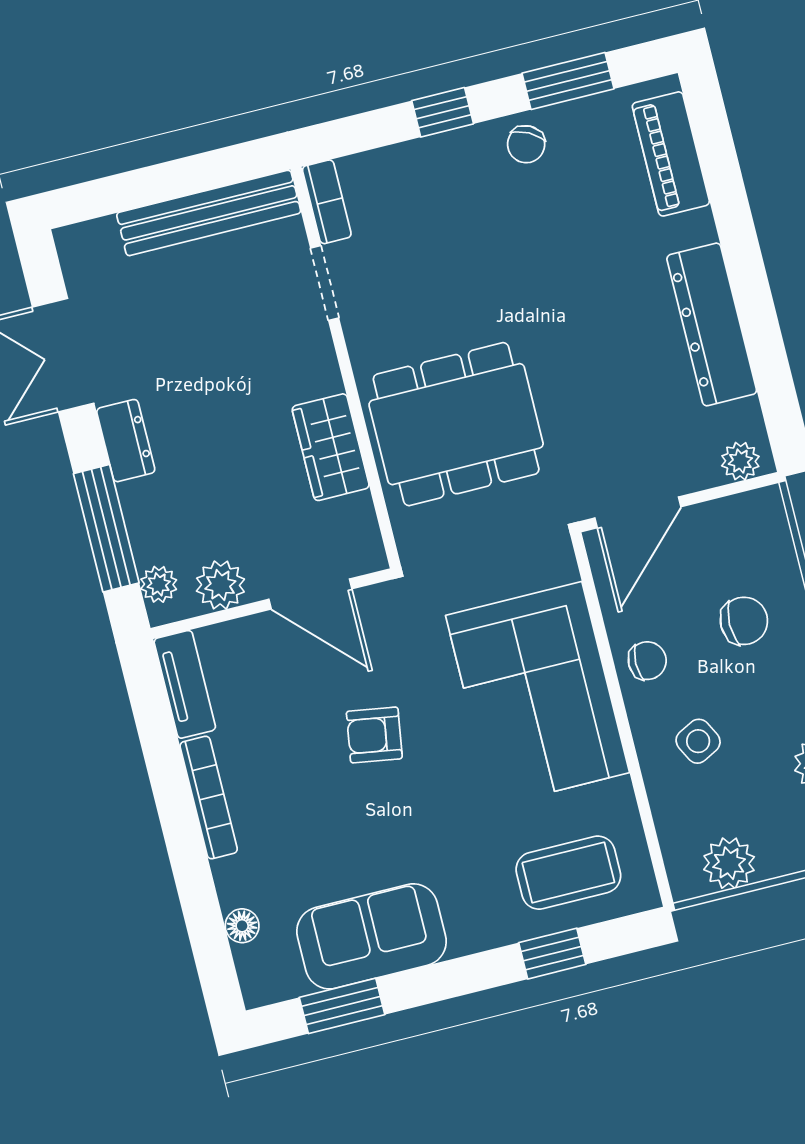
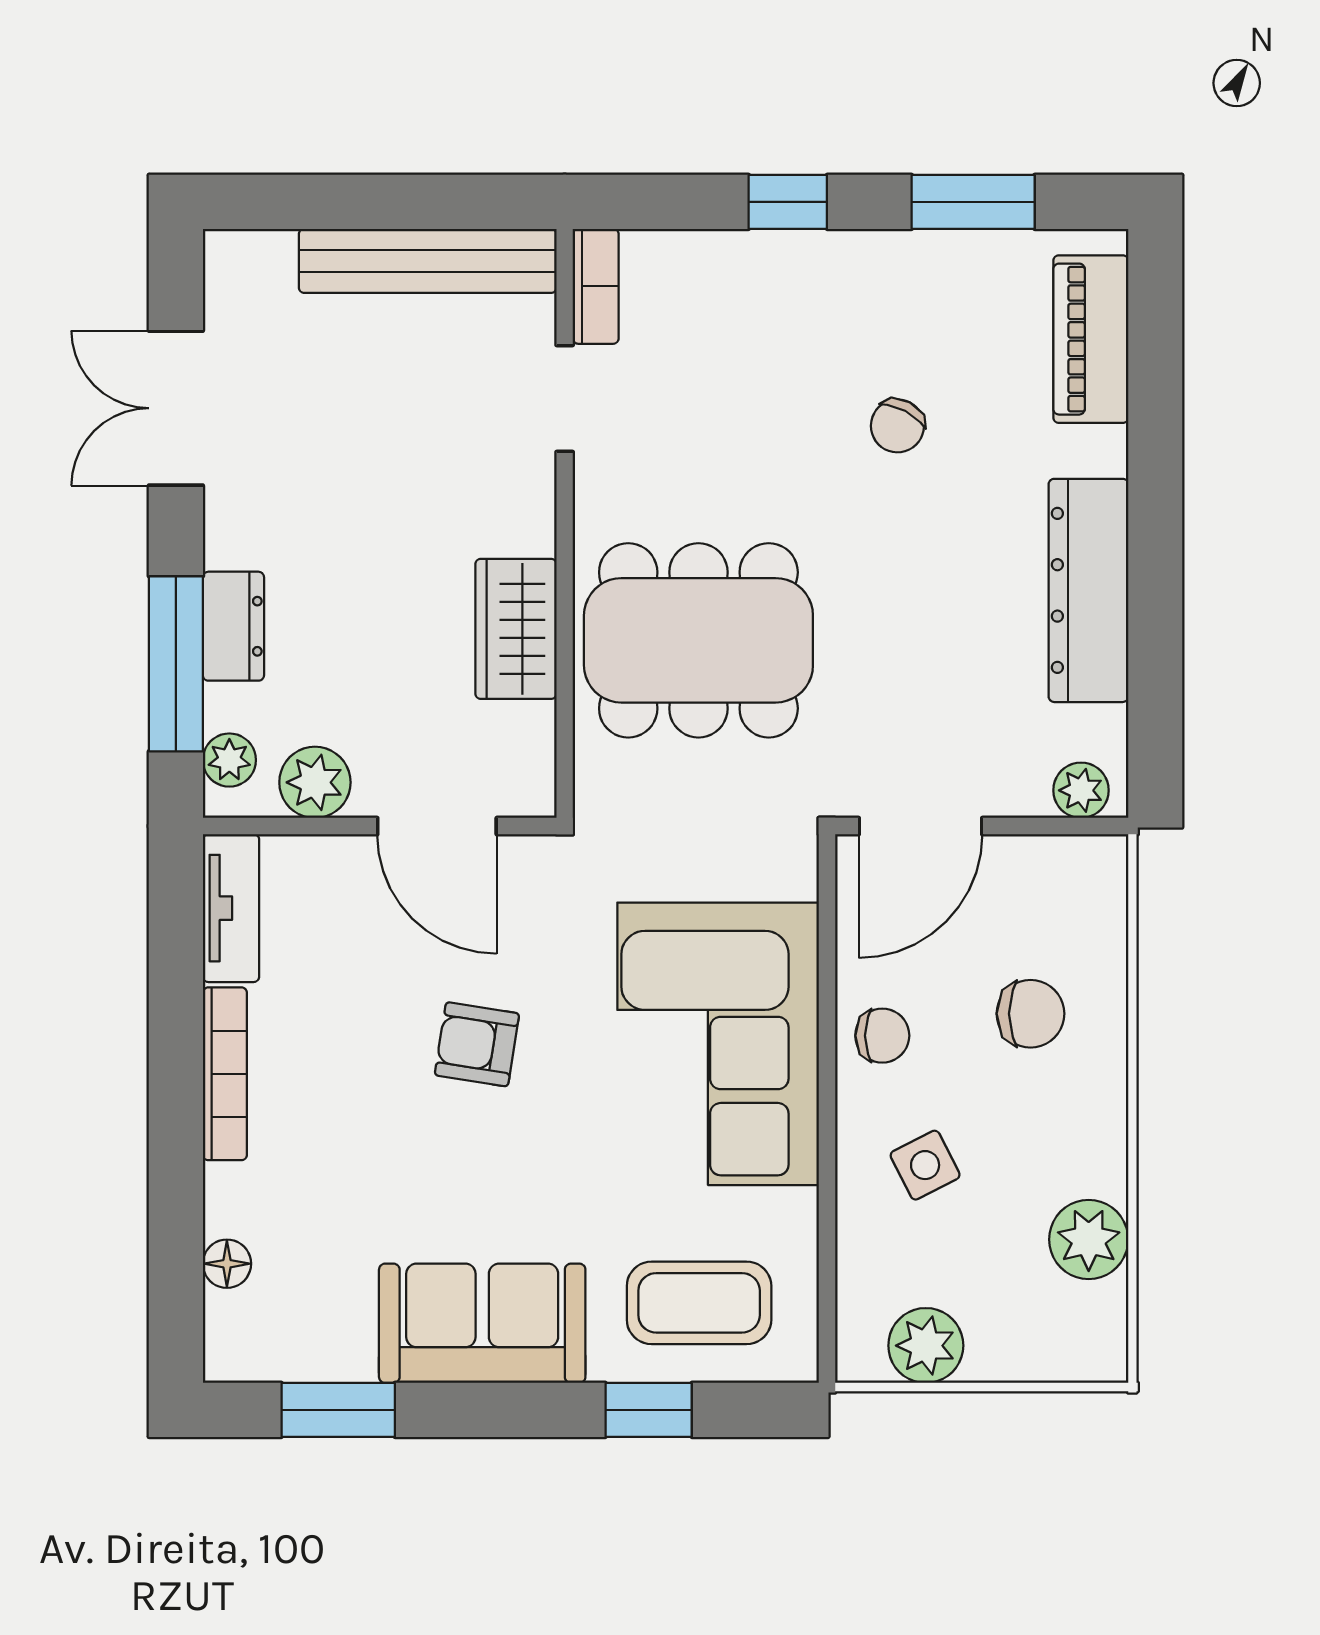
chair: (526, 144) -> (897, 426), moved
dresser: (126, 441) -> (233, 626), moved
sofa: (371, 936) -> (482, 1323), moved

